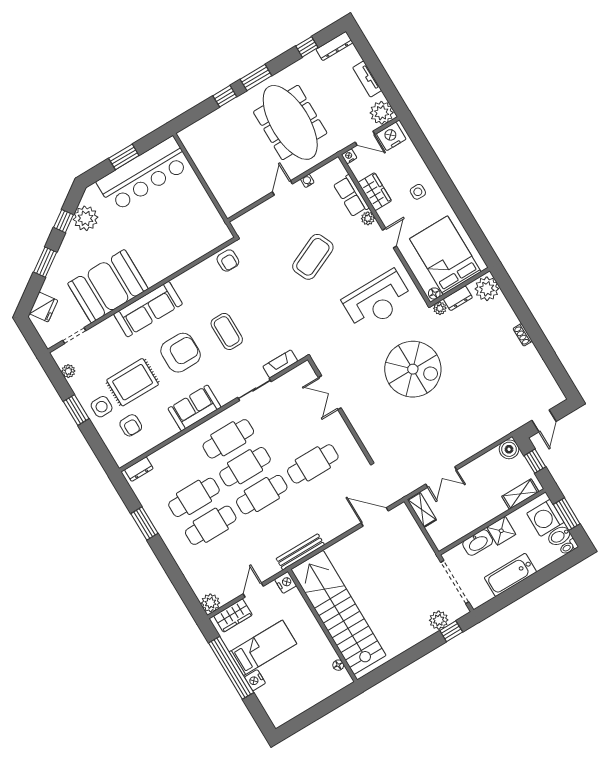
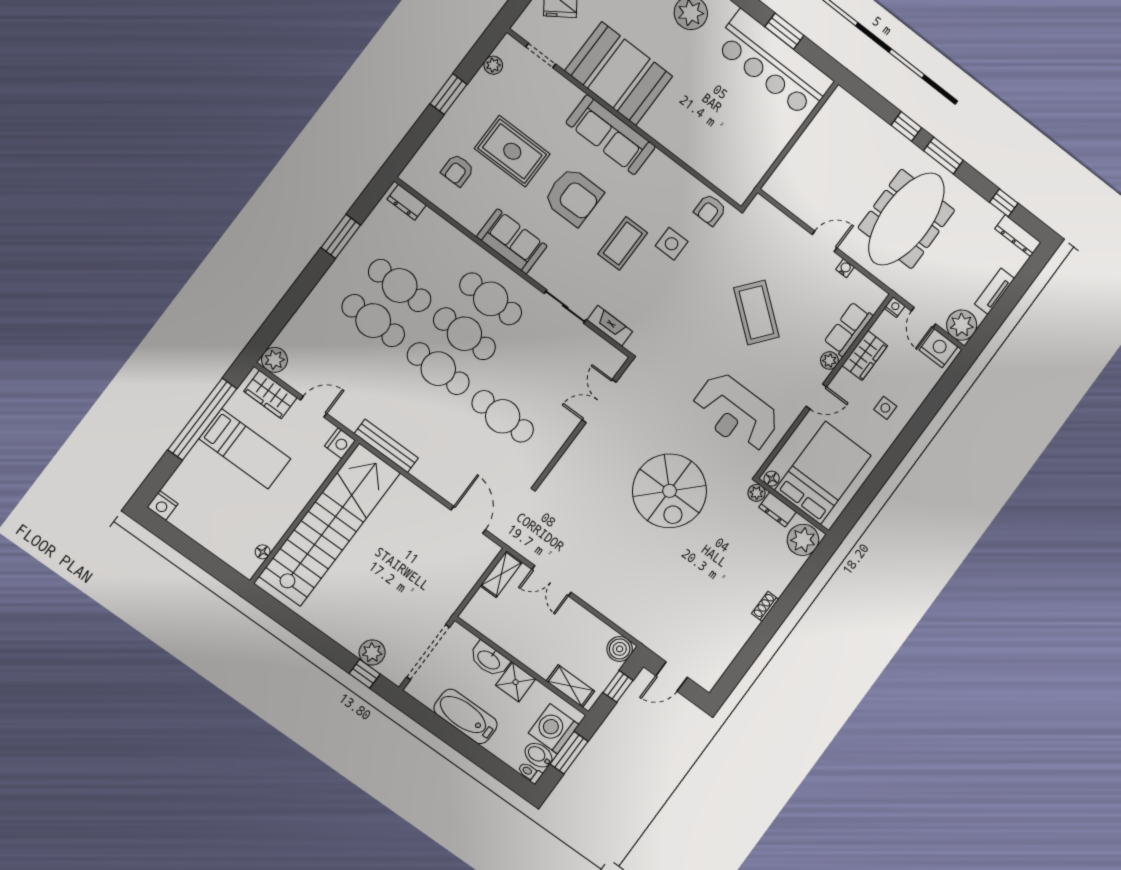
coffee table: (313, 257) -> (756, 312), turned 63
side table: (102, 407) -> (672, 244), moved
nightstand: (255, 680) -> (163, 505), moved, turned -90

